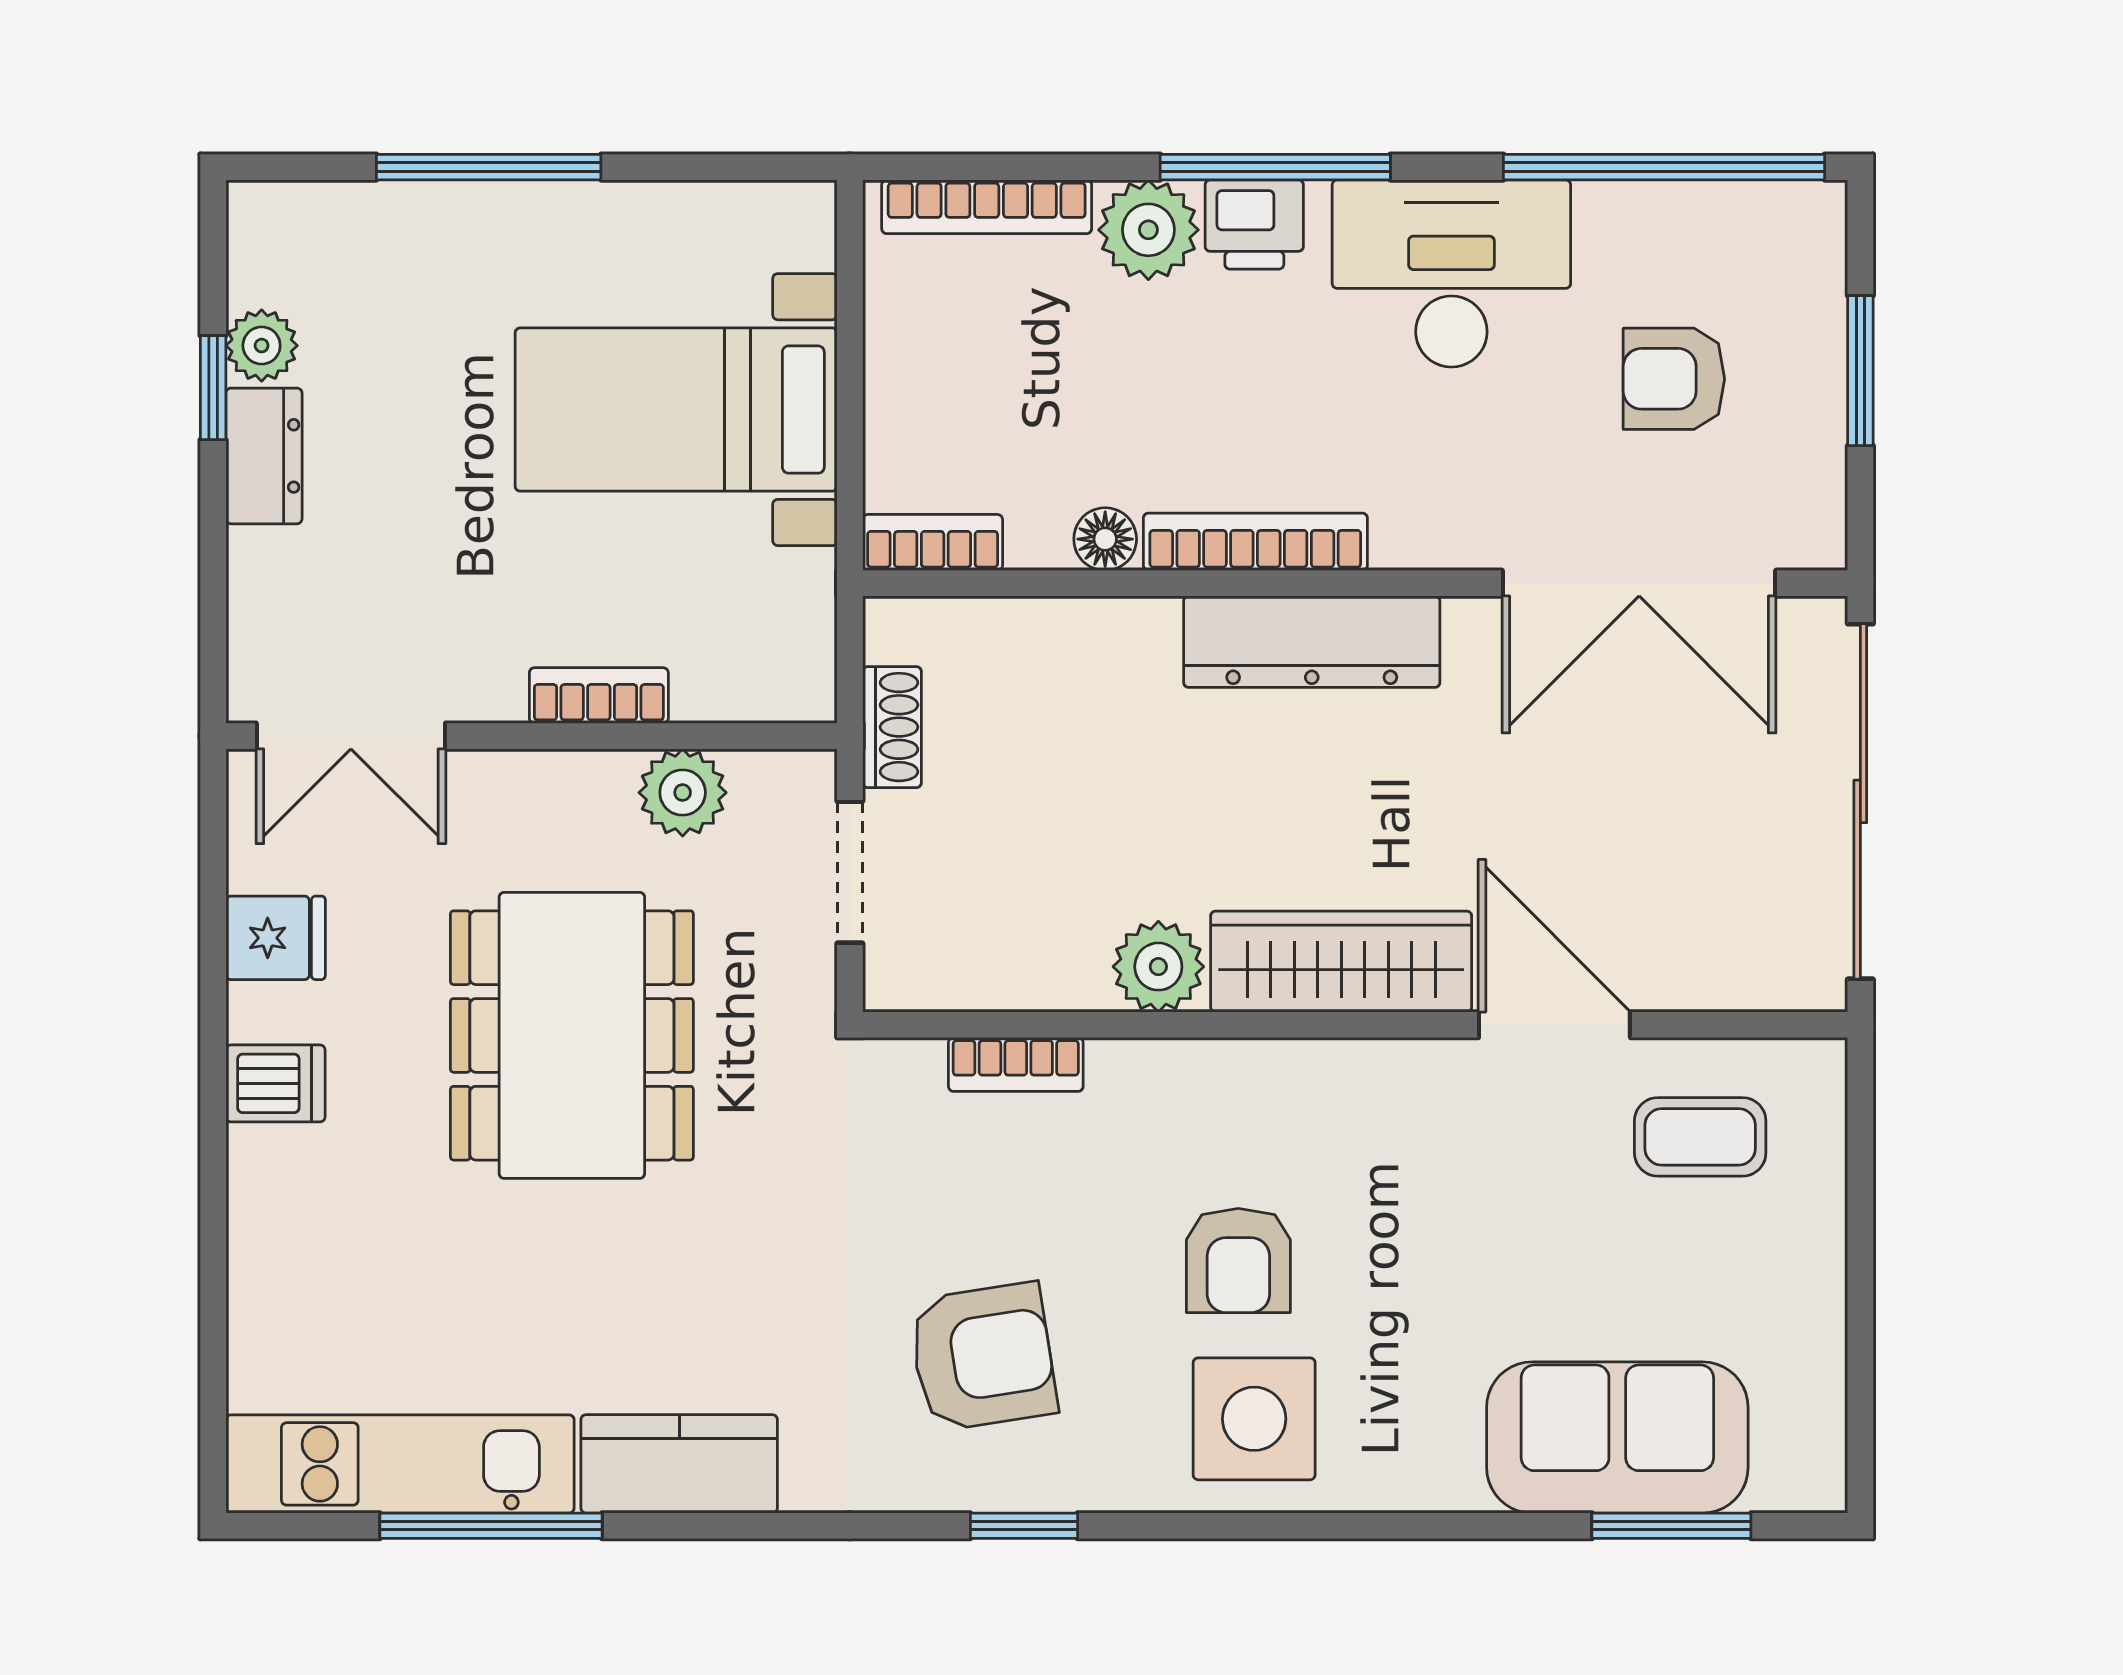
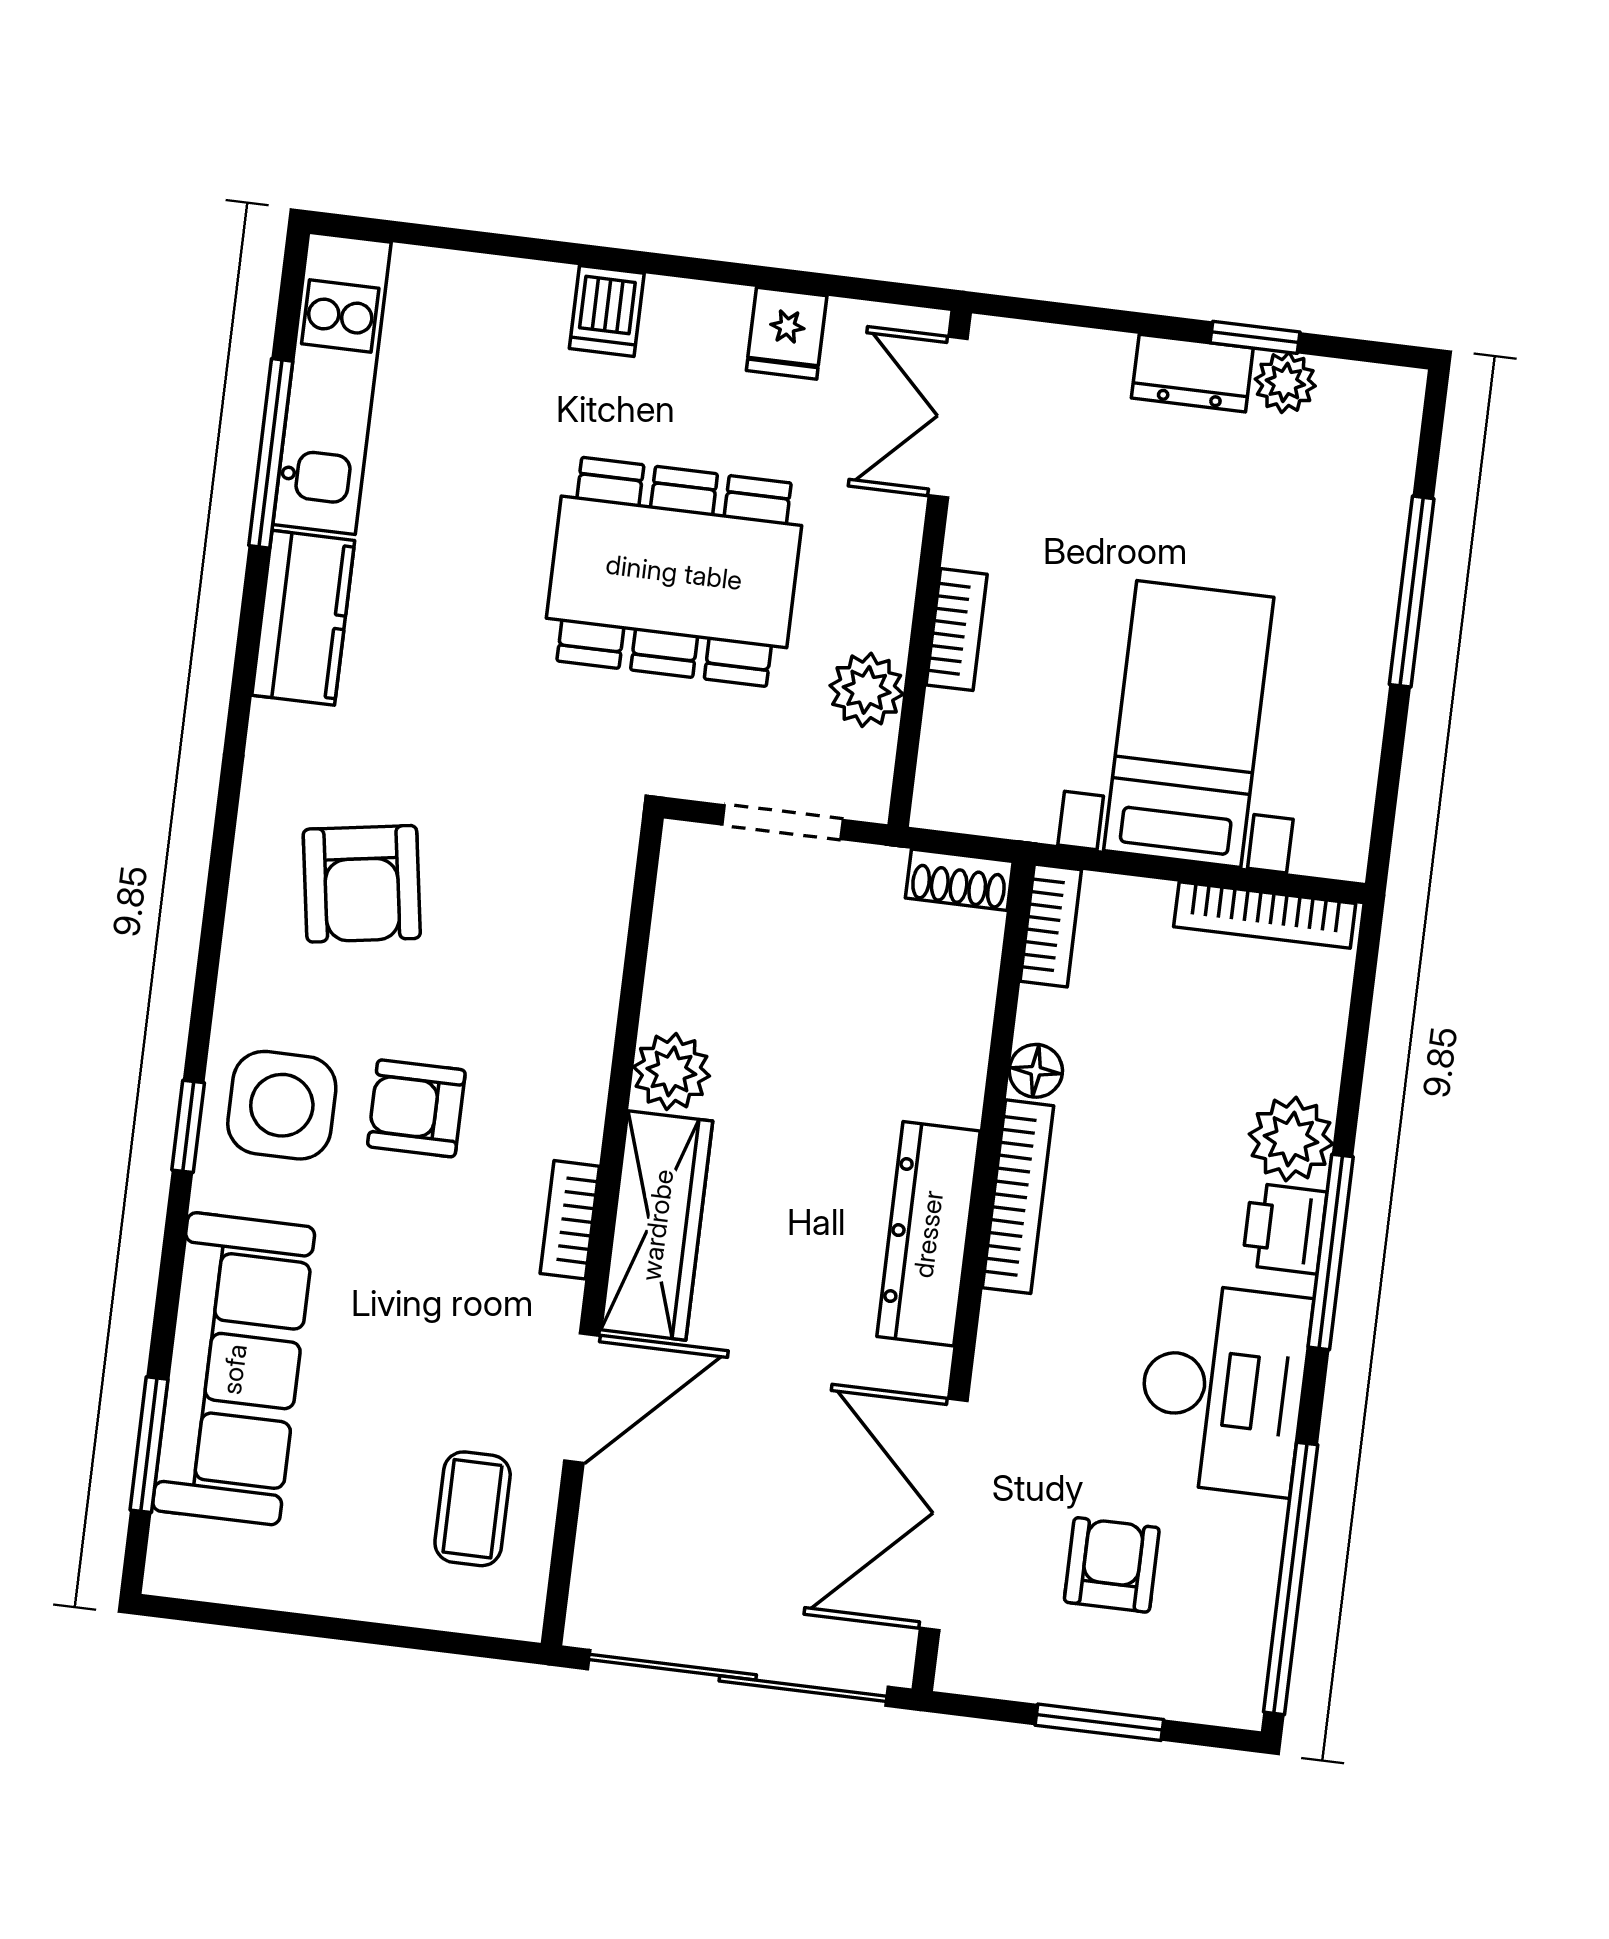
bookcase: (987, 207) -> (1265, 915), moved, turned -90
shoe rack: (892, 727) -> (959, 880), moved
bookcase: (1016, 1064) -> (570, 1220), moved
dishwasher: (275, 1083) -> (607, 311), moved
sofa: (1617, 1437) -> (234, 1369), width x1.36
window: (1024, 1526) -> (188, 1126), moved

